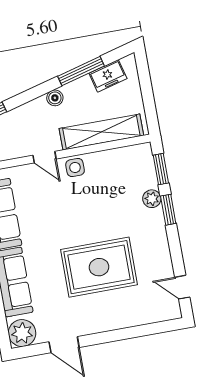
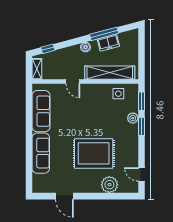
freezer: (108, 76) -> (108, 43), moved
side table: (75, 167) -> (118, 94), moved
plant: (22, 333) -> (109, 185), moved

